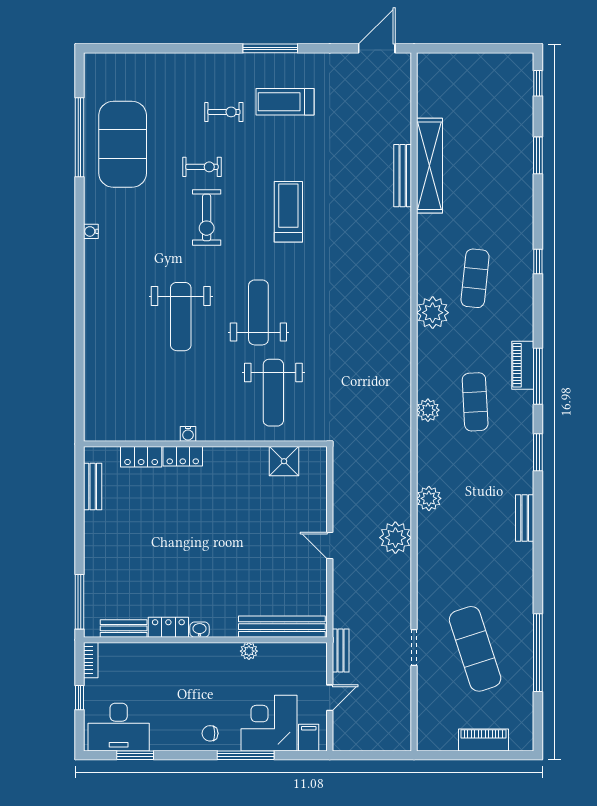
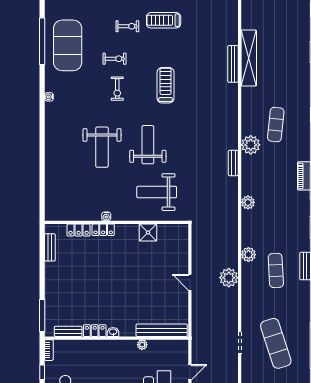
exercise bike: (207, 217) -> (117, 89), width x0.73, depth x0.72
weight bench: (273, 393) -> (157, 192), turned 90
exercise mat: (475, 402) -> (276, 270), moved
shower: (284, 461) -> (148, 233), moved
bench: (341, 651) -> (233, 163), moved

